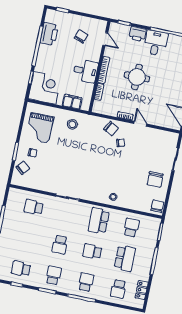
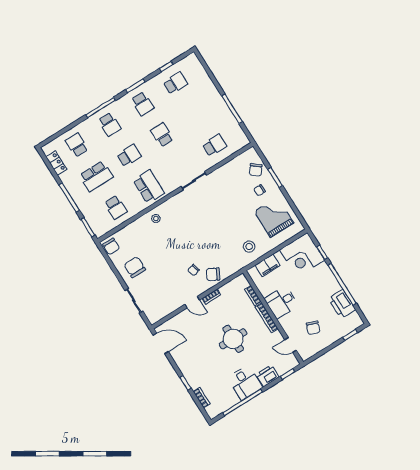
school desk: (125, 258) -> (96, 176), turned -90

